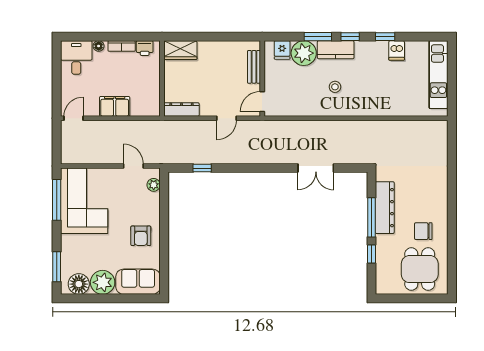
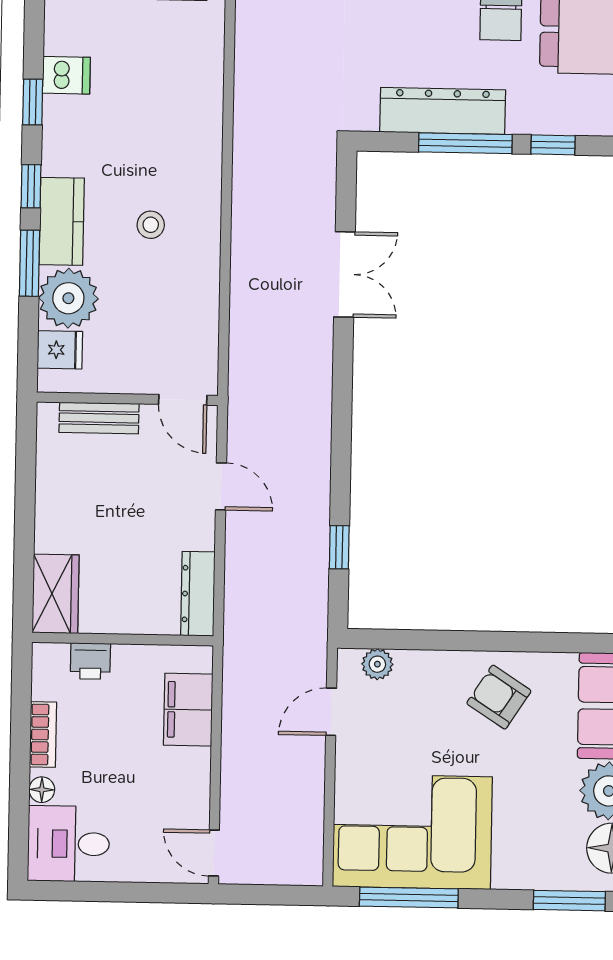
printer: (145, 48) -> (90, 661), moved, turned 90
filing cabinet: (115, 106) -> (188, 710), moved
armchair: (141, 236) -> (499, 697), turned -147

